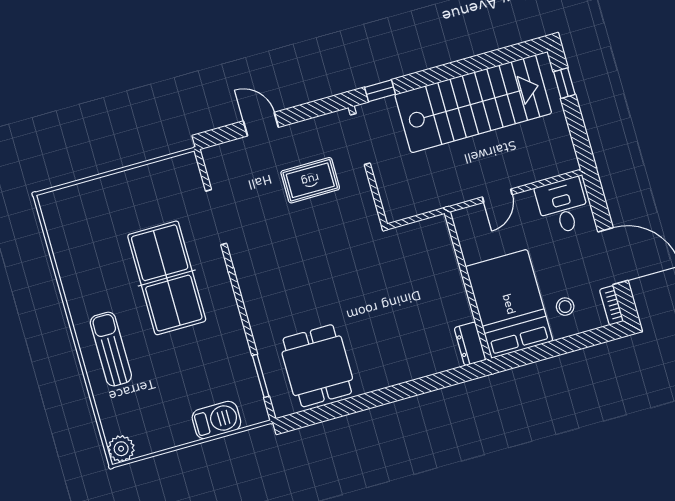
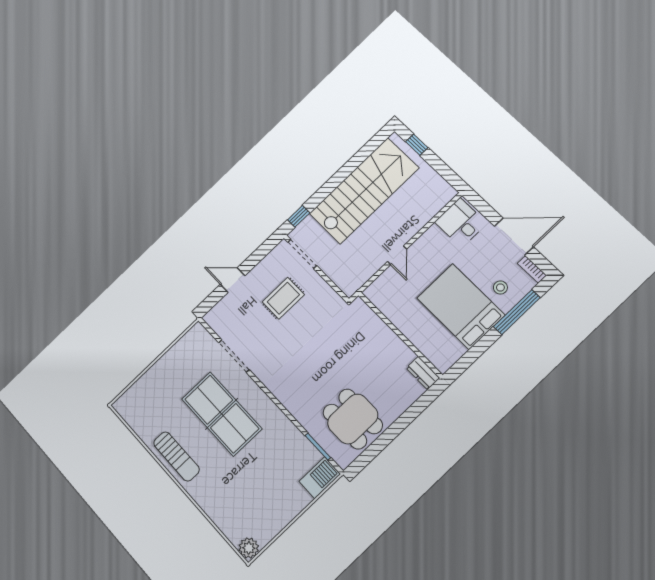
door: (497, 196) -> (397, 255), moved
wall: (468, 286) -> (400, 335), moved
dresser: (470, 344) -> (423, 373), moved
window: (567, 345) -> (517, 312), added
sun lounger: (111, 349) -> (176, 456), moved, turned 180
barbecue: (216, 420) -> (320, 478), moved

